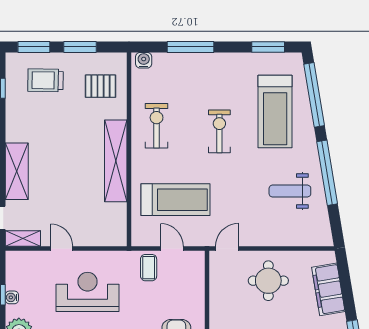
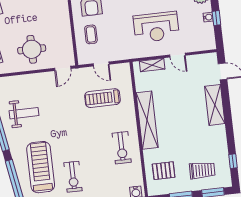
exercise bike: (219, 131) -> (73, 177), moved
treadmill: (176, 200) -> (103, 98), width x0.73, depth x0.73
shelving: (23, 238) -> (152, 65), moved
coffee table: (149, 268) -> (91, 34), moved

